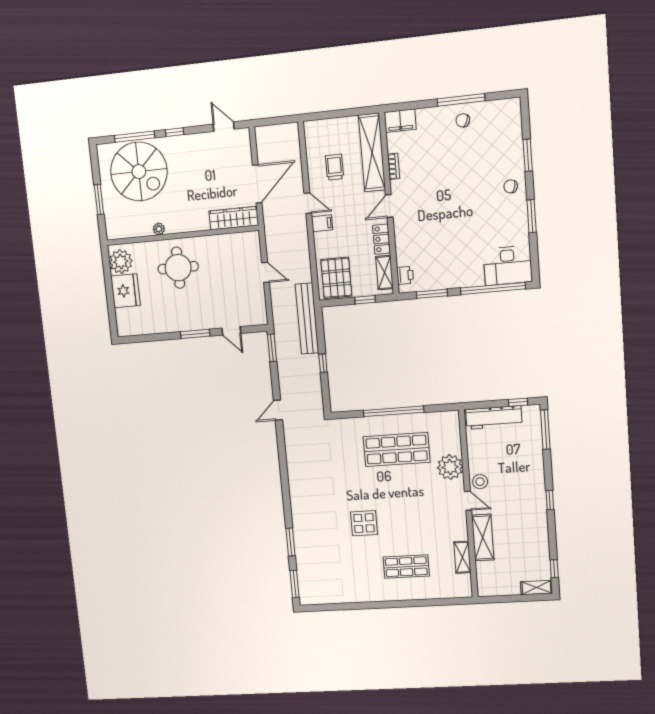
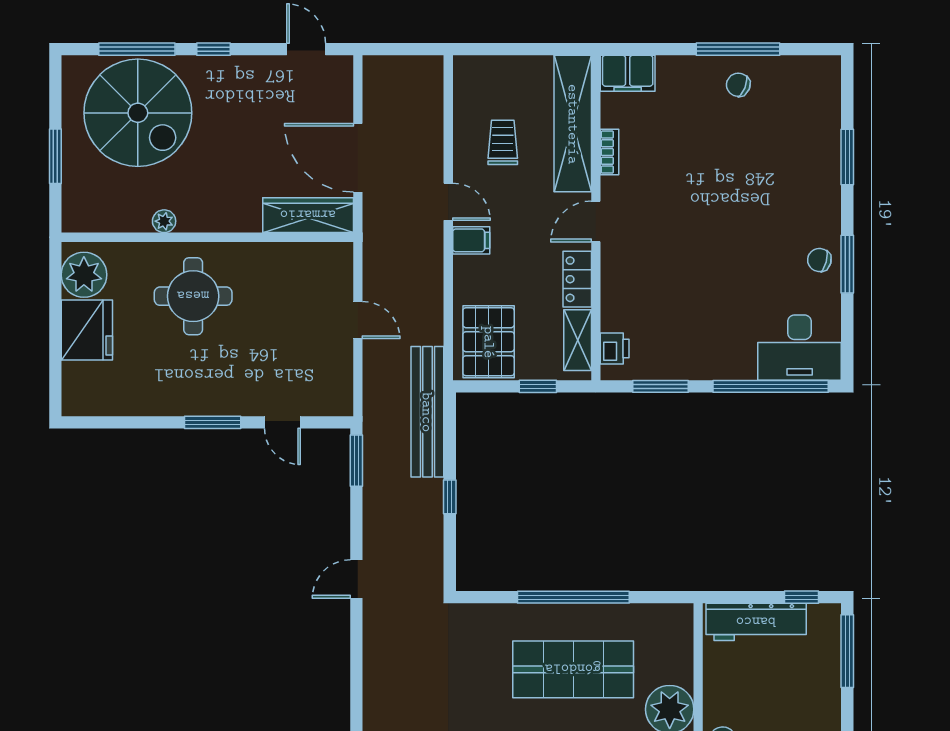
door: (257, 184) -> (358, 158), swing flipped
chair: (511, 186) -> (819, 260), moved

